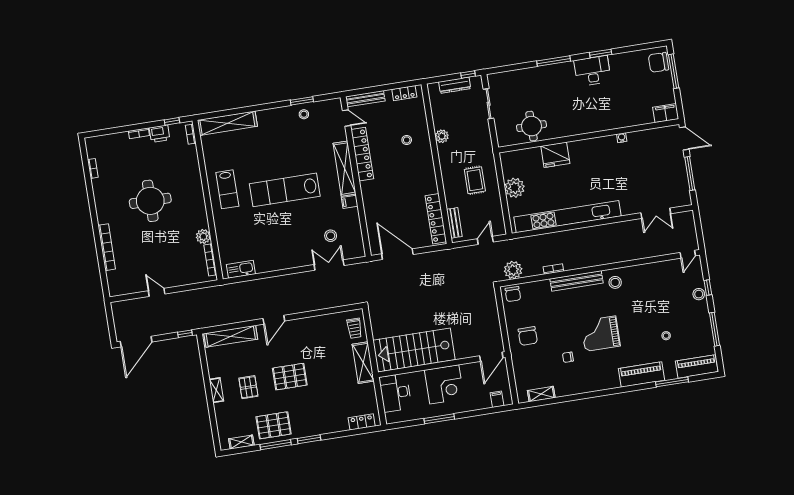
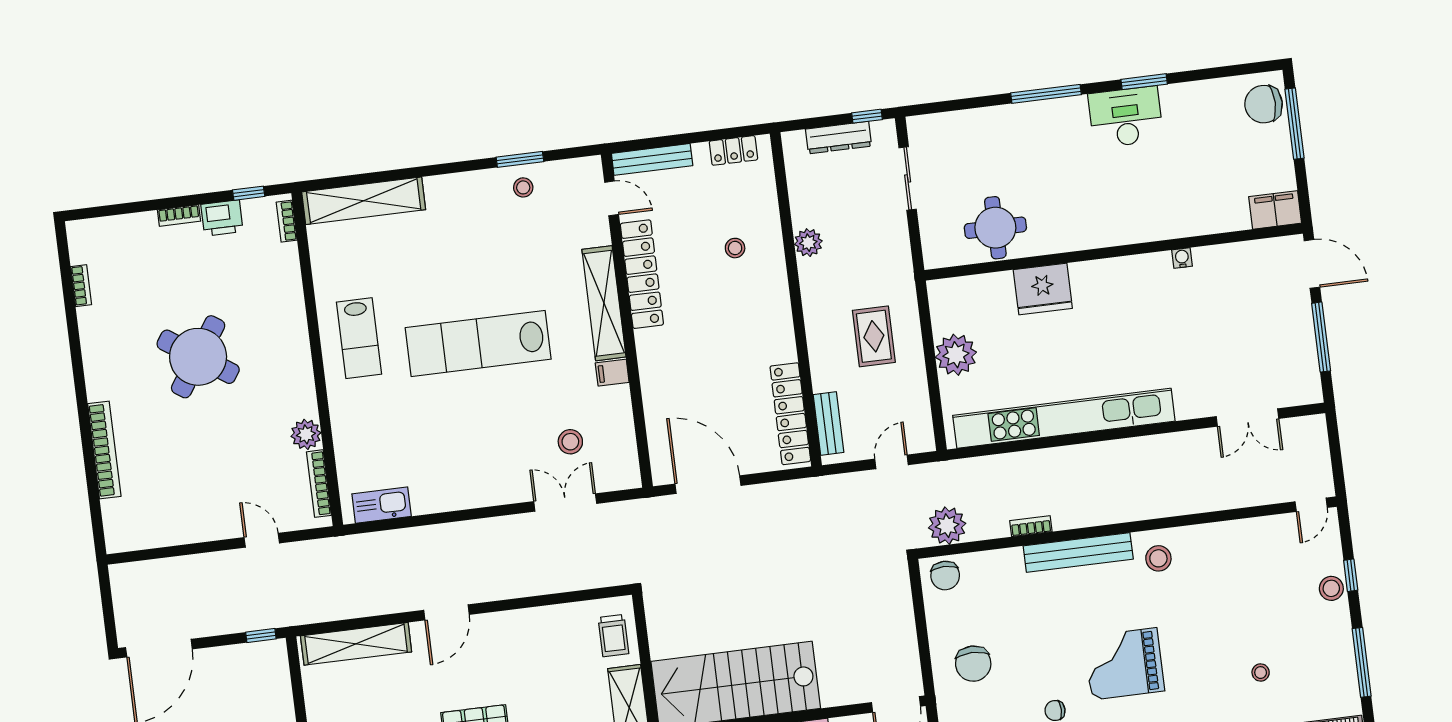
round table: (150, 201) -> (198, 357), turned 34
door: (157, 292) -> (262, 540), moved

